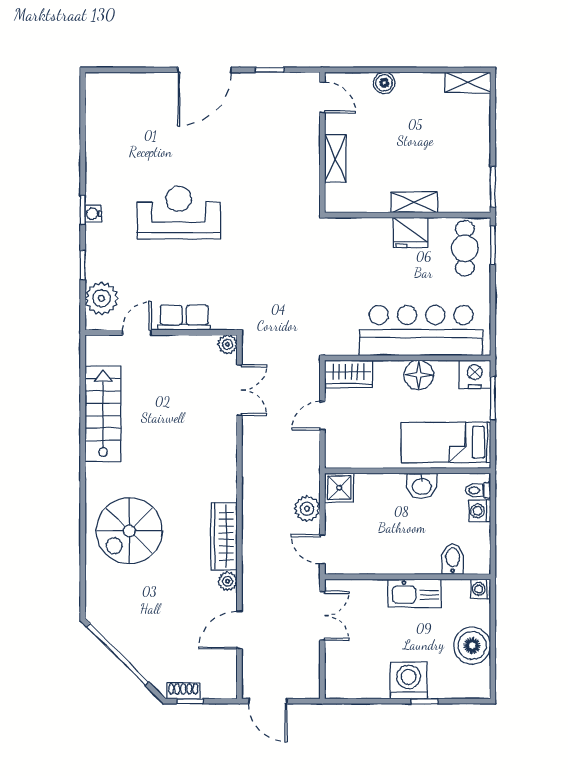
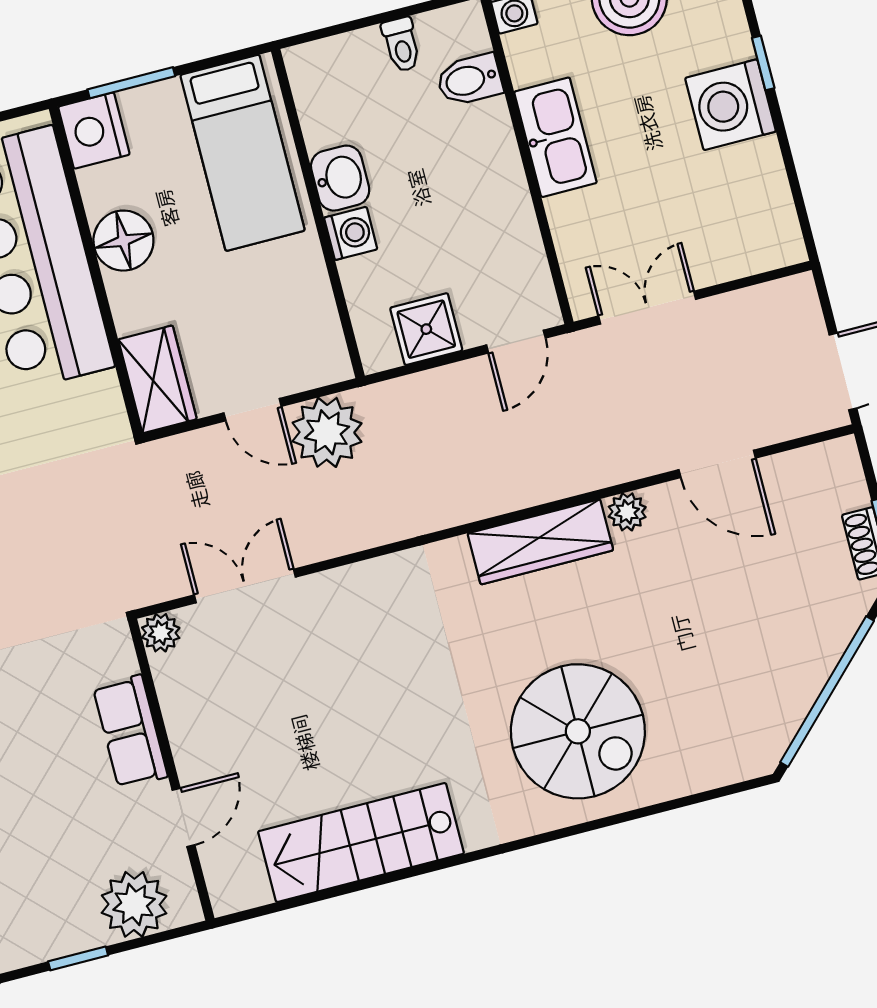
door: (137, 333) -> (184, 818), swing flipped
shower: (339, 488) -> (426, 329), moved
toilet: (478, 490) -> (401, 44), moved
plant: (307, 509) -> (327, 432), moved, width x1.36, depth x1.36
washing machine: (480, 511) -> (351, 233), moved, turned -90

